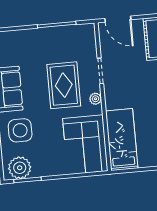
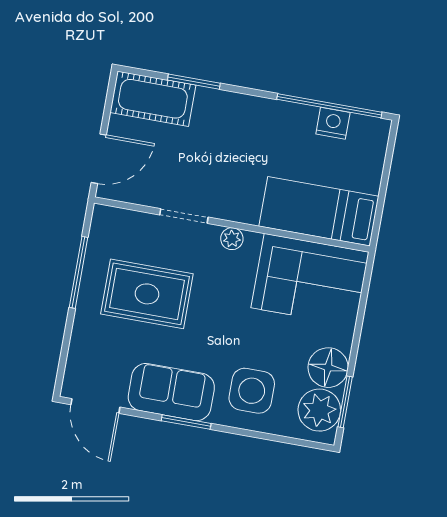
rug: (64, 85) -> (147, 294), moved
floor lamp: (43, 166) -> (328, 368), added

